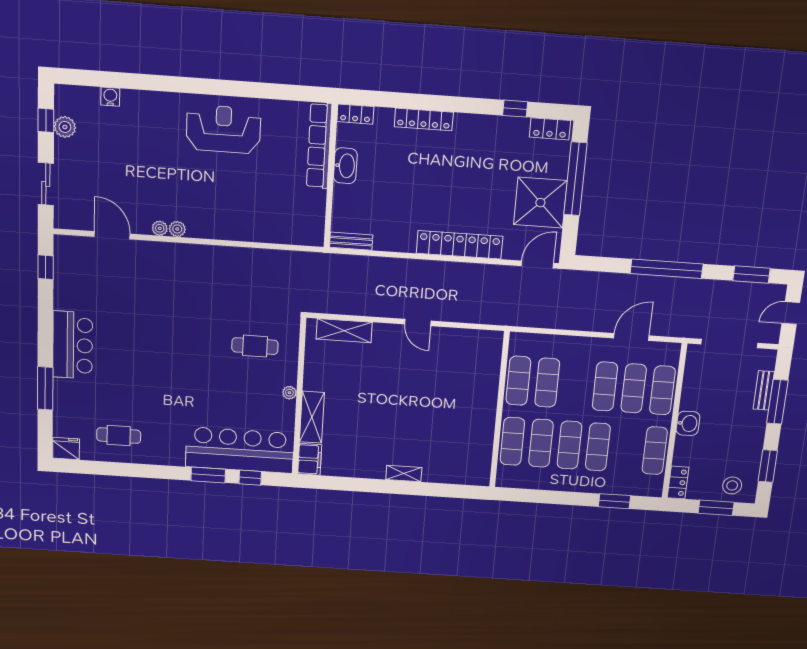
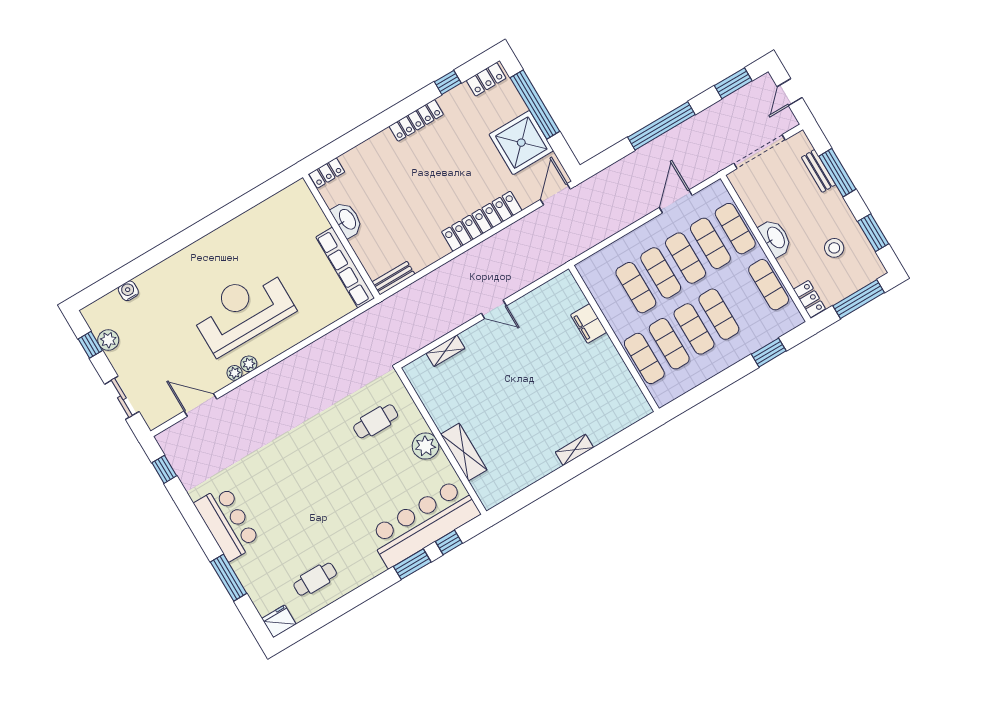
locker: (424, 119) -> (416, 120), moved
reception desk: (223, 129) -> (243, 311), moved, width x1.36, depth x1.30
row of seats: (319, 146) -> (345, 268), moved
shelving: (344, 331) -> (445, 351), width x0.67, depth x0.75
exercise mat: (518, 381) -> (661, 273), moved
plant: (289, 393) -> (425, 446), width x1.87, depth x1.87
washbasin: (688, 423) -> (775, 238), width x1.38
filing cabinet: (310, 459) -> (589, 323), moved, turned 180
stool: (732, 485) -> (834, 248), moved
window: (716, 508) -> (859, 299), width x1.44

